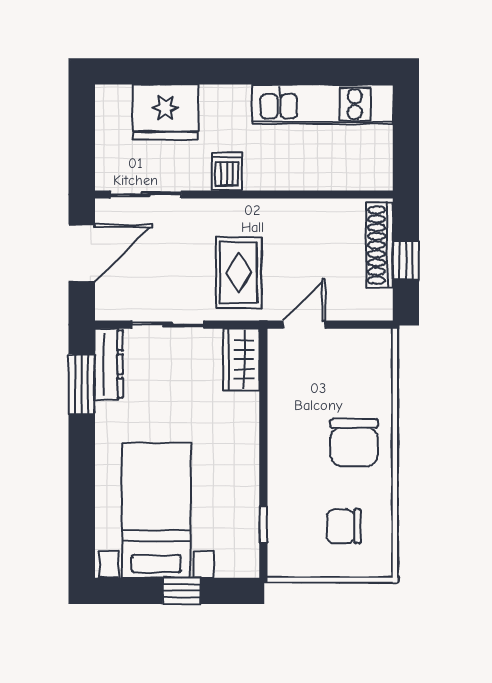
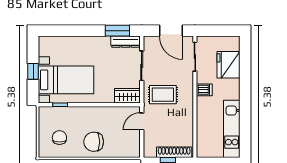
door: (304, 325) -> (142, 121), swing flipped
bed with nightstands: (156, 510) -> (66, 80), moved

